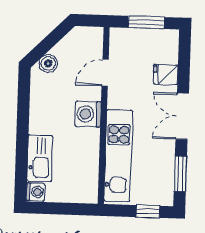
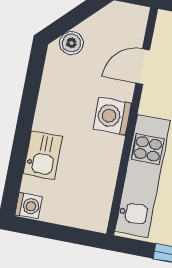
kitchen sink: (40, 158) -> (43, 155), width x0.73

